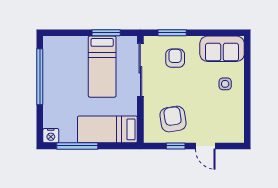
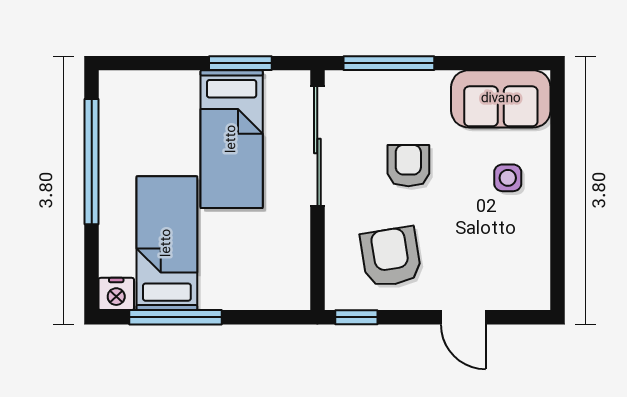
window: (172, 33) -> (389, 63), width x1.44
armchair: (175, 58) -> (408, 166), moved
bed: (107, 129) -> (167, 243), moved, turned 90
window: (176, 146) -> (356, 317), moved

